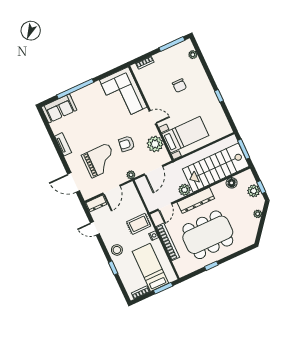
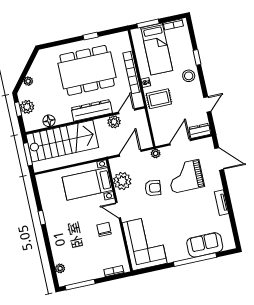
chair: (179, 86) -> (104, 229), moved
sofa: (59, 109) -> (205, 245), moved
plant: (185, 190) -> (114, 122), moved
door: (95, 228) -> (207, 104), hinge flipped

